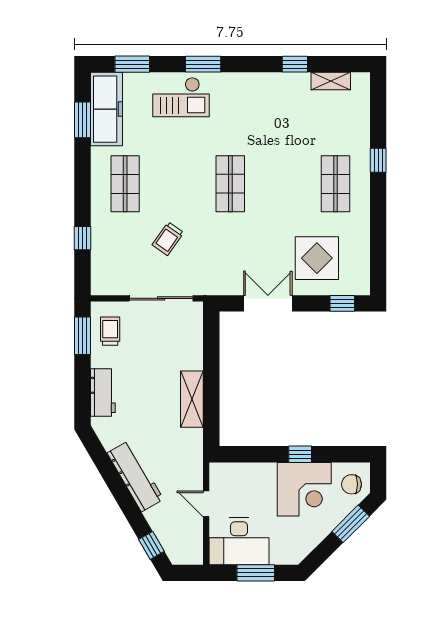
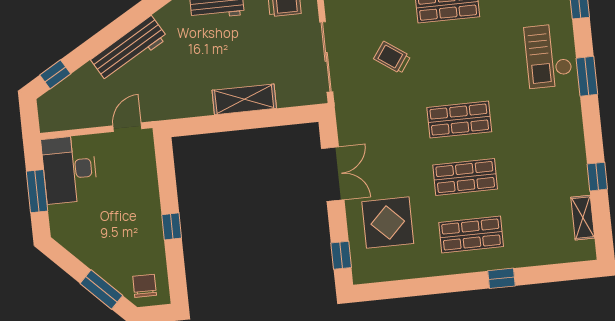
shop shelf: (283, 184) -> (465, 177), added
shelving: (192, 399) -> (244, 99), moved
corner desk: (304, 489) -> (134, 235), removed
door: (206, 504) -> (127, 127), moved

